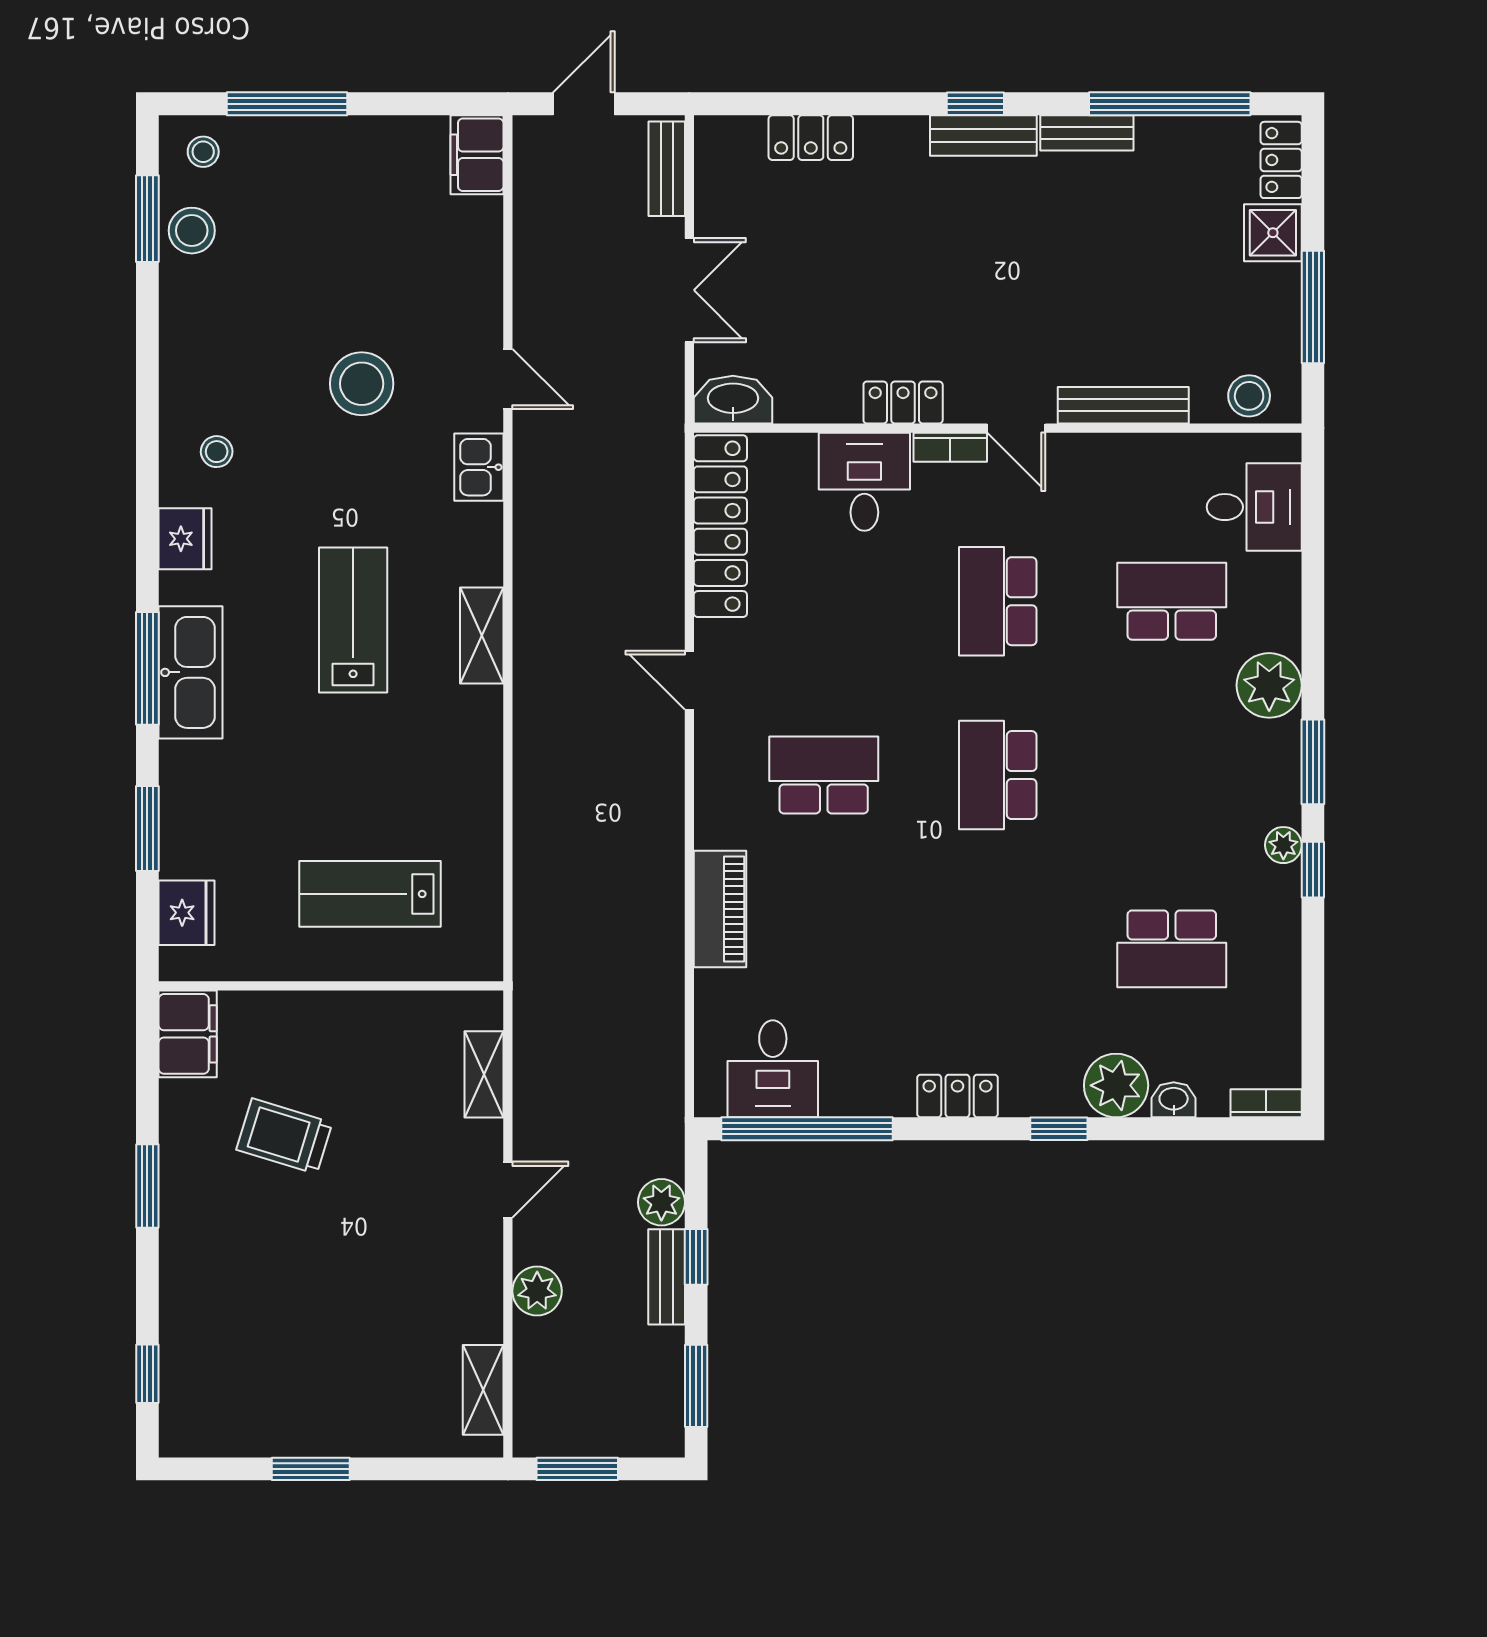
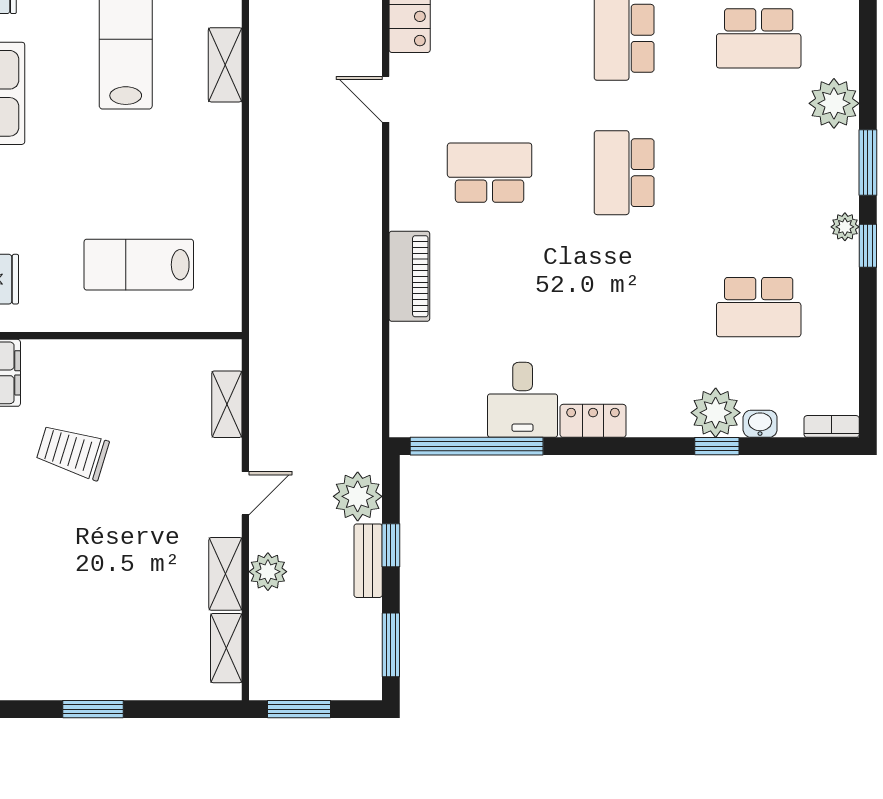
school desk: (1172, 601) -> (759, 38), turned 180
desk: (773, 1069) -> (523, 400), moved
window: (1059, 1129) -> (717, 446), moved
plant: (661, 1202) -> (358, 496), width x1.36, depth x1.36
shelving: (482, 1294) -> (225, 574), added

